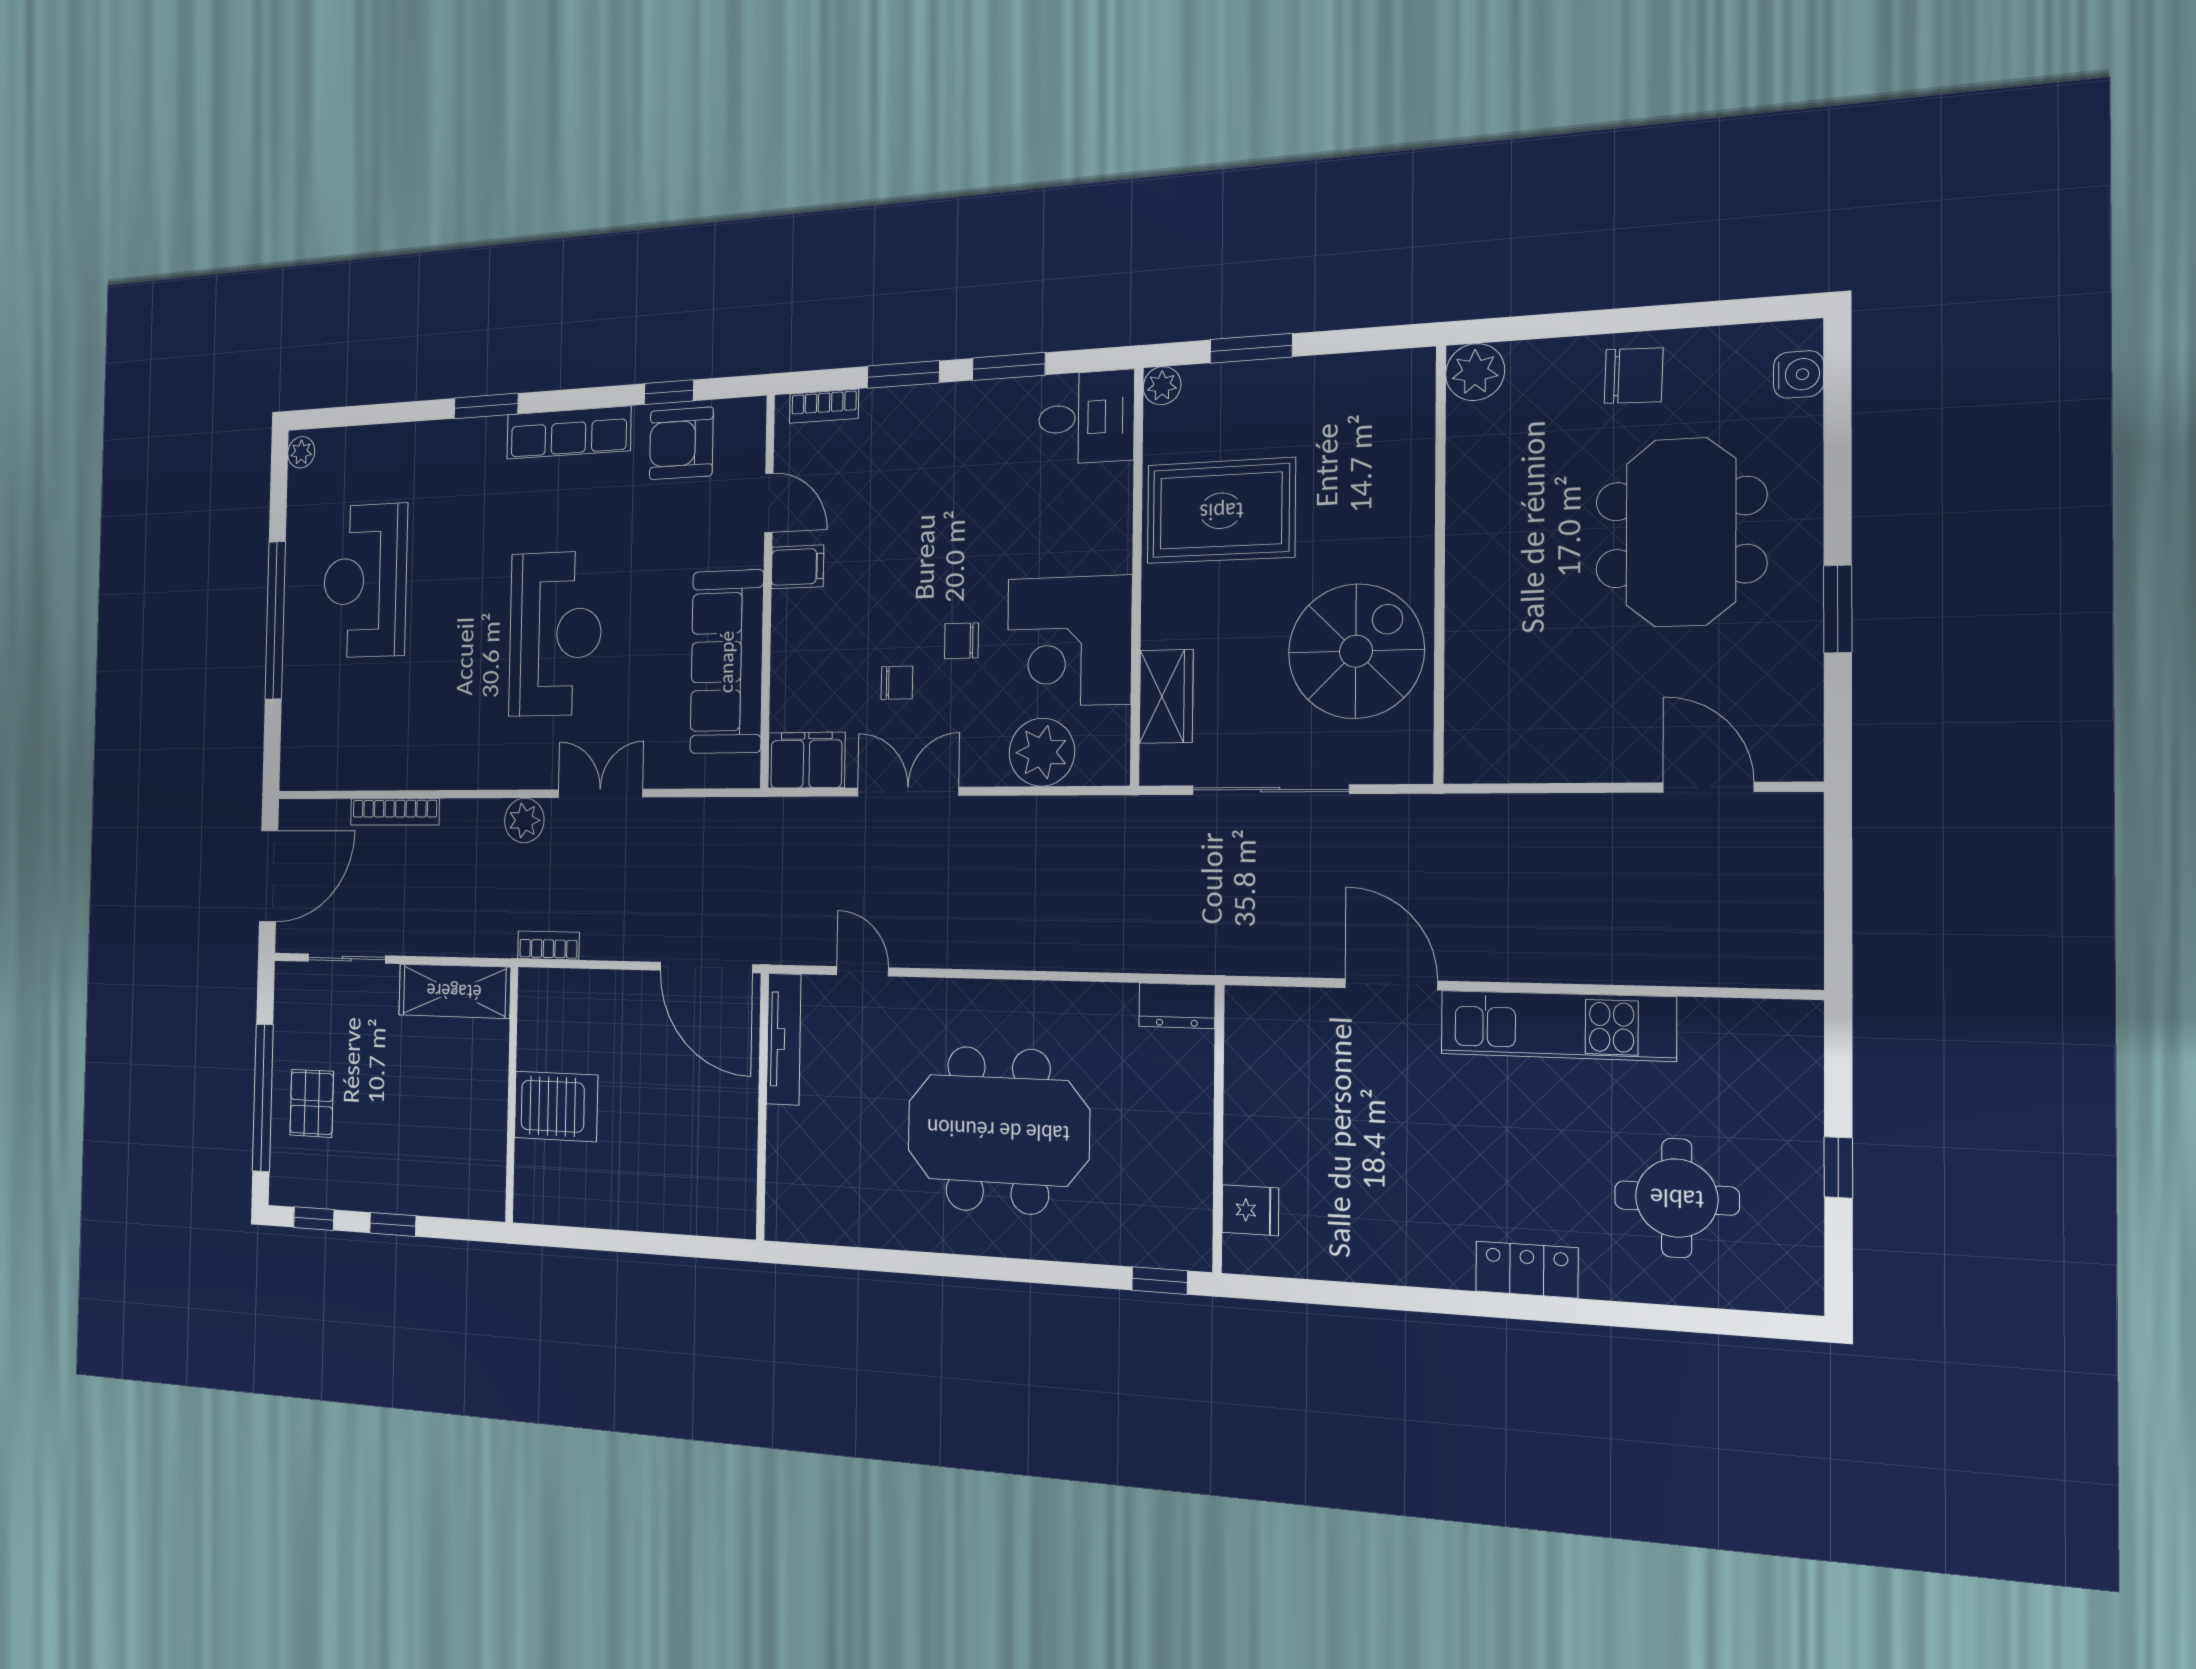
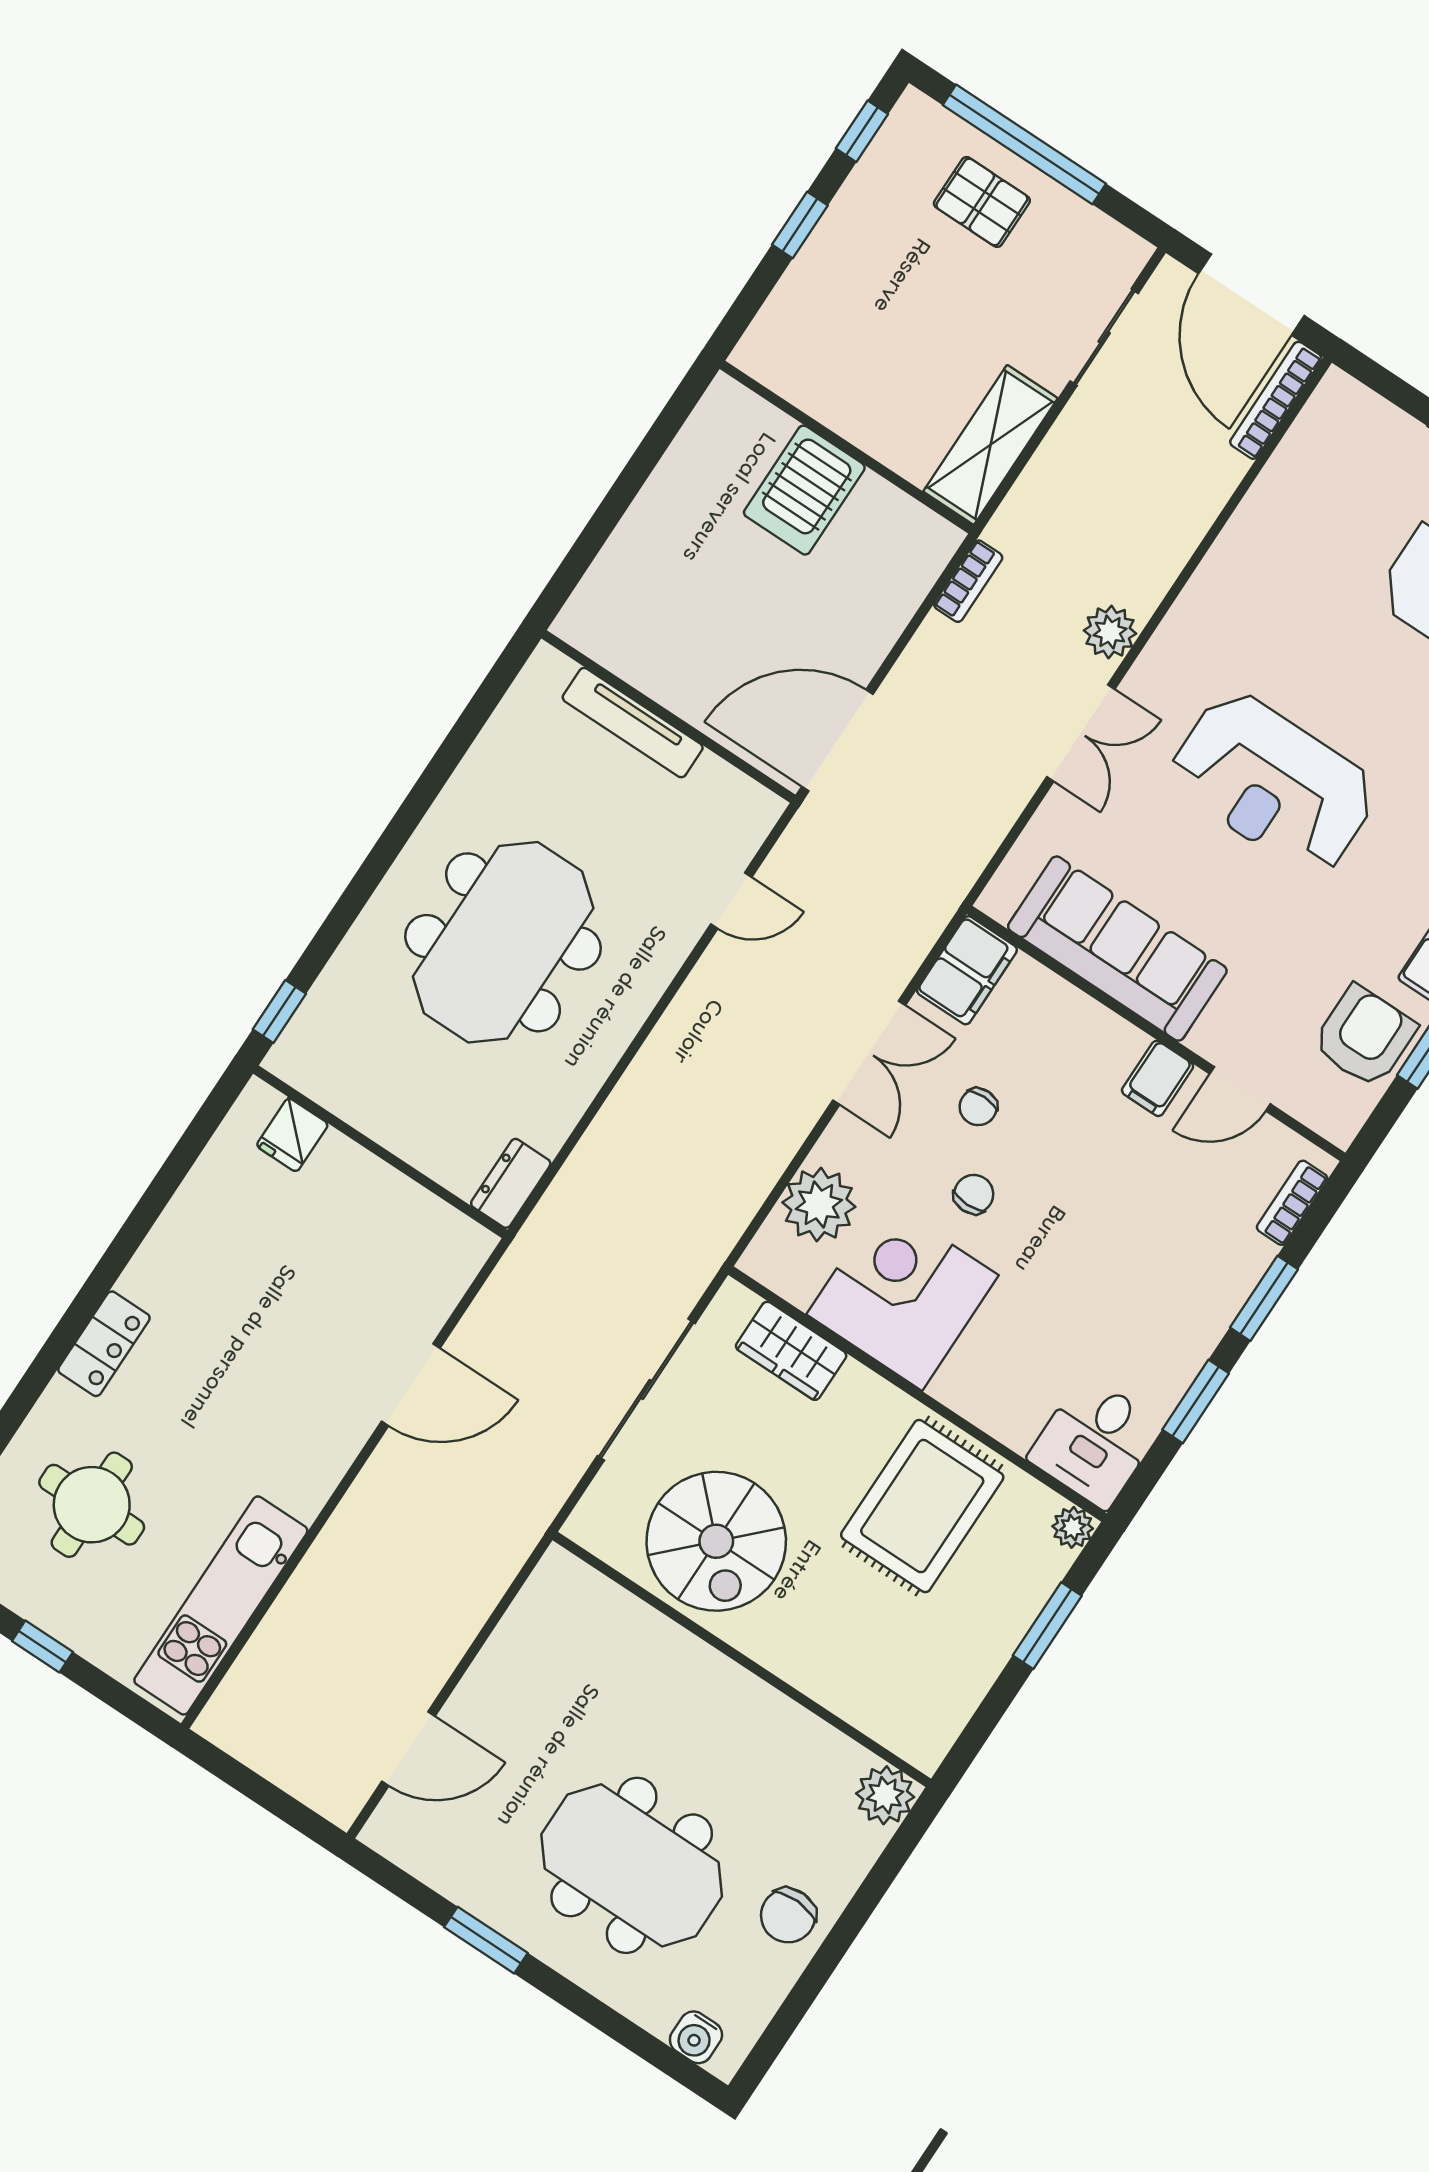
bookcase: (395, 812) -> (1276, 400), moved
kitchen unit: (1557, 1026) -> (221, 1605), moved
tv unit: (784, 1039) -> (633, 723), moved

